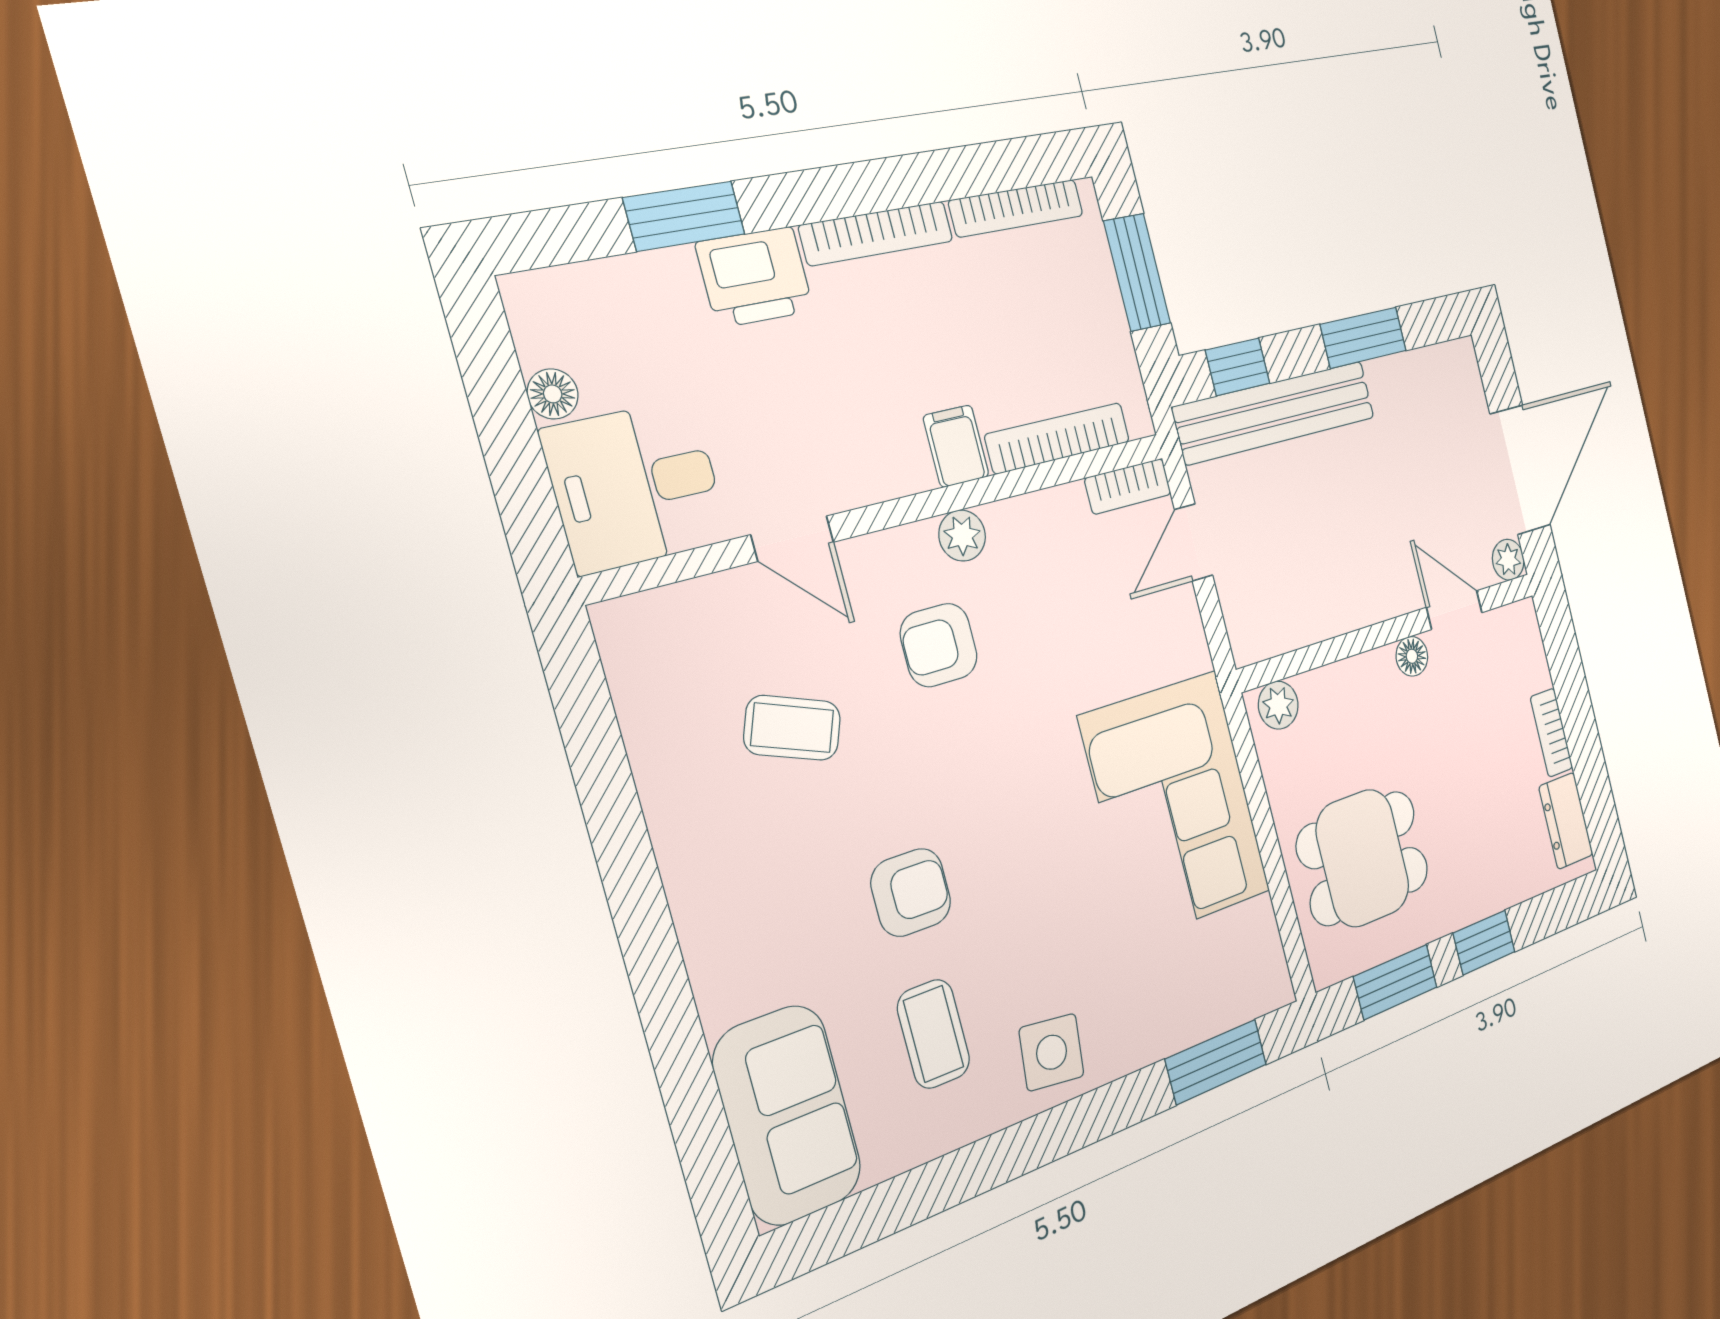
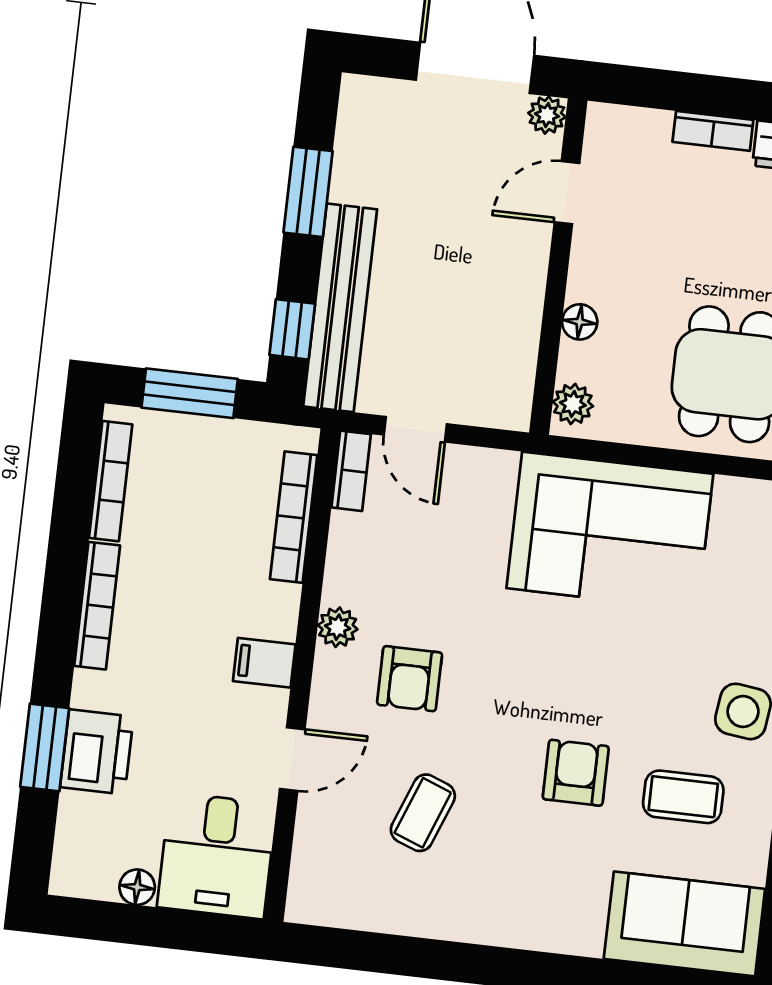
printer: (755, 277) -> (97, 752), moved
filing cabinet: (956, 446) -> (264, 663), moved
floor lamp: (1412, 656) -> (580, 322), moved

